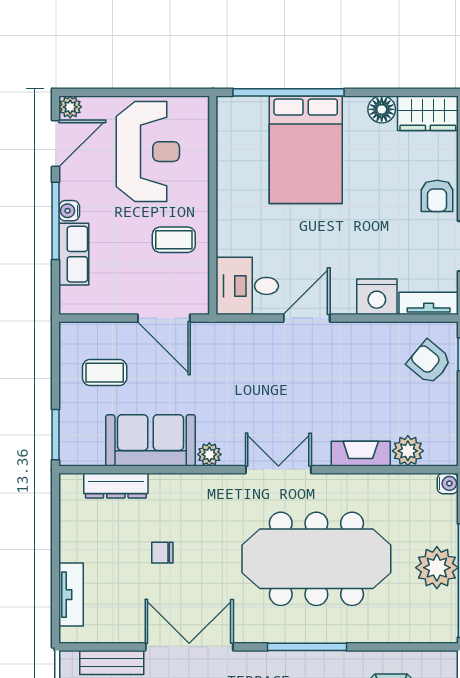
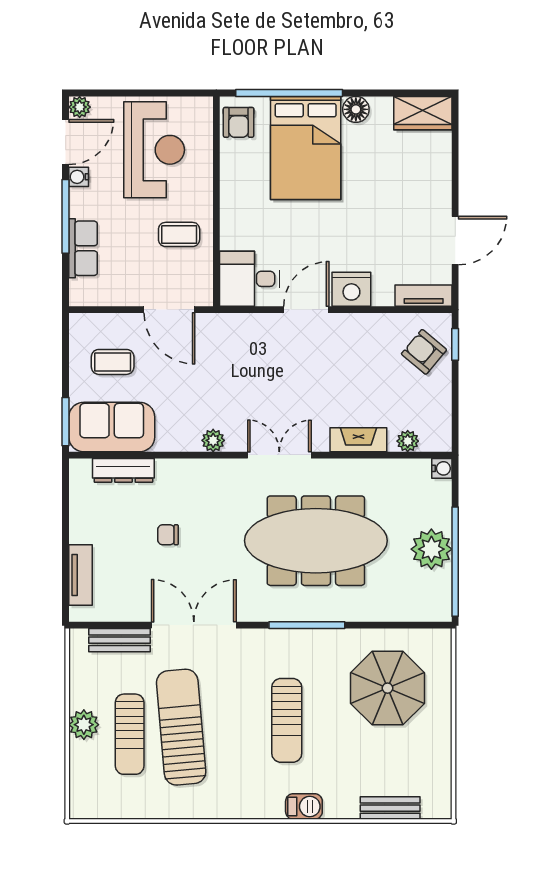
floor lamp: (382, 109) -> (356, 109), moved
armchair: (437, 196) -> (239, 122), moved
water cooler: (69, 211) -> (79, 177), moved
nightstand: (377, 297) -> (351, 289), moved
sofa: (151, 440) -> (112, 427), moved
plant: (408, 451) -> (408, 441), width x0.73, depth x0.73

